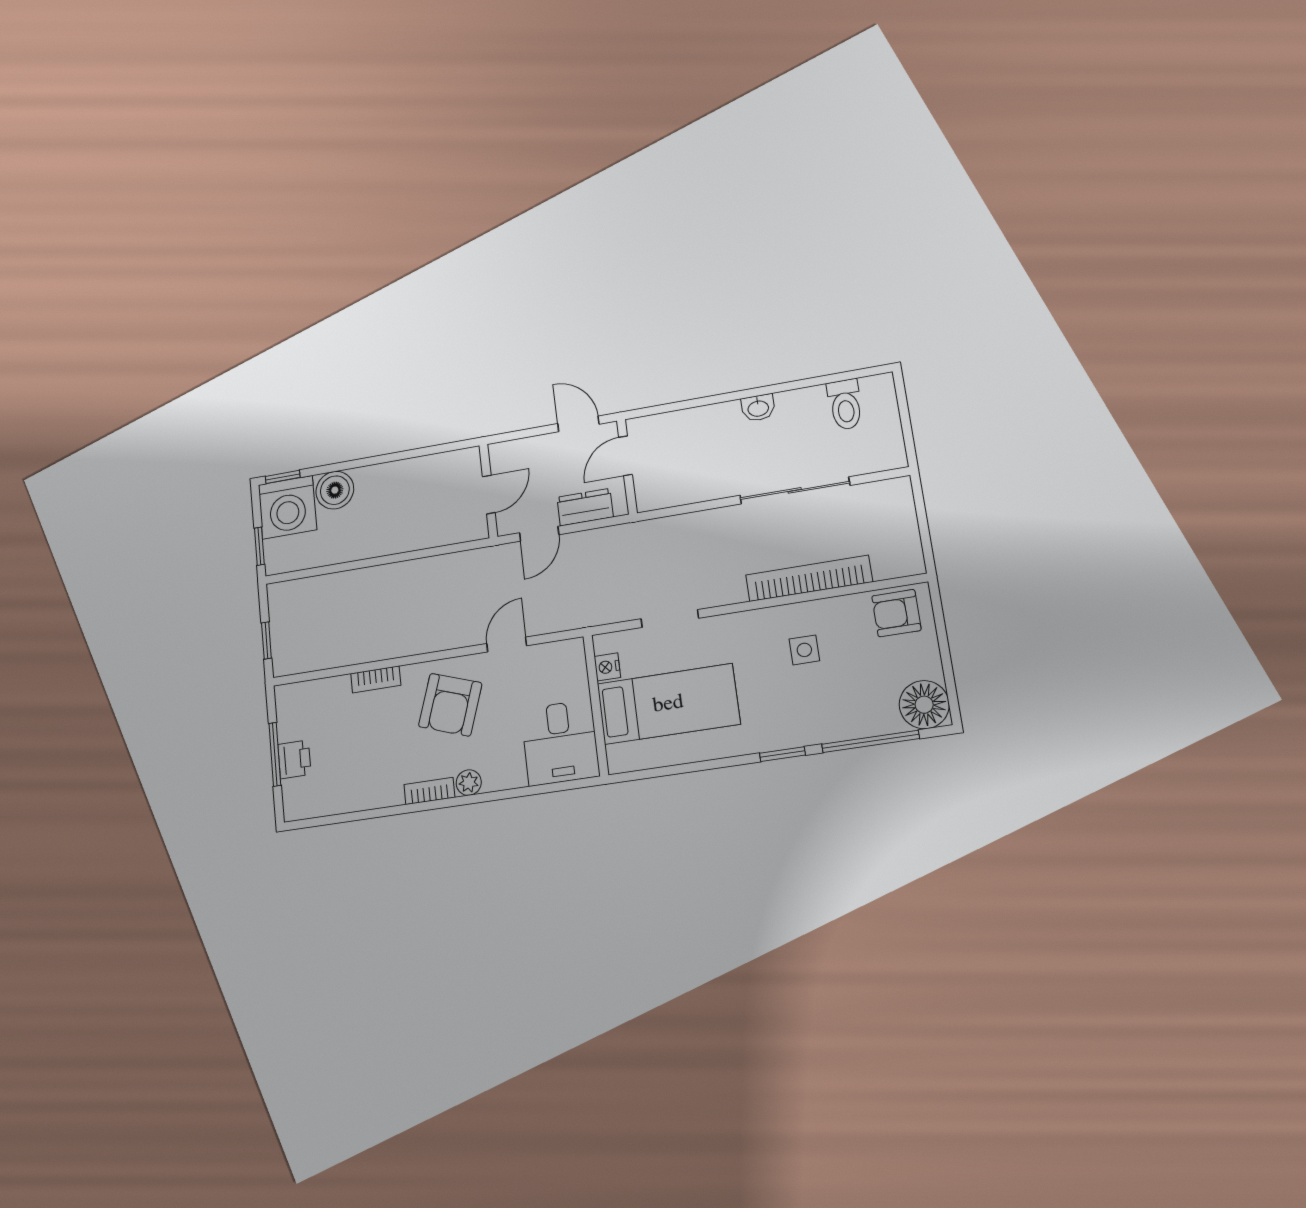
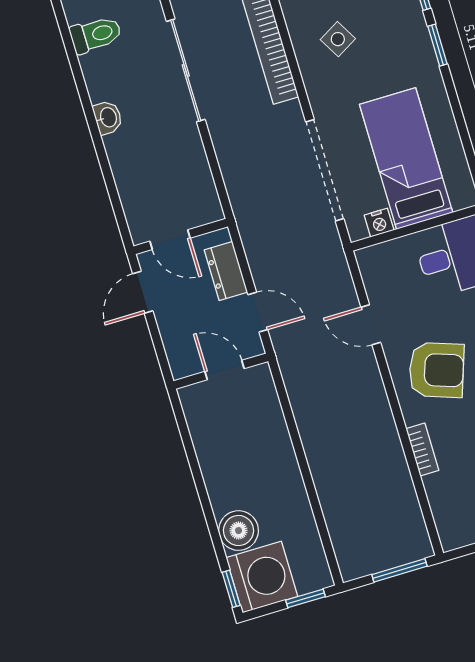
doorway: (670, 619) -> (325, 170), width x1.88
window: (266, 640) -> (399, 570), width x1.50
side table: (804, 650) -> (338, 39), turned -30

